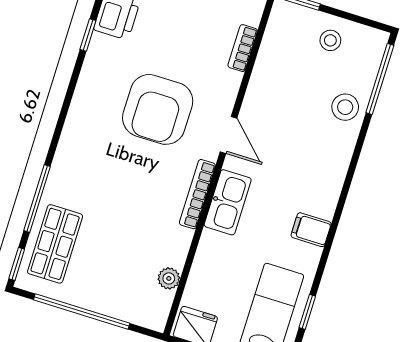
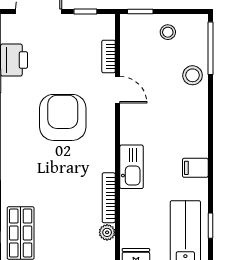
armchair: (158, 109) -> (63, 117), turned 180
door: (229, 135) -> (118, 90), moved
bookcase: (197, 194) -> (109, 198), moved

